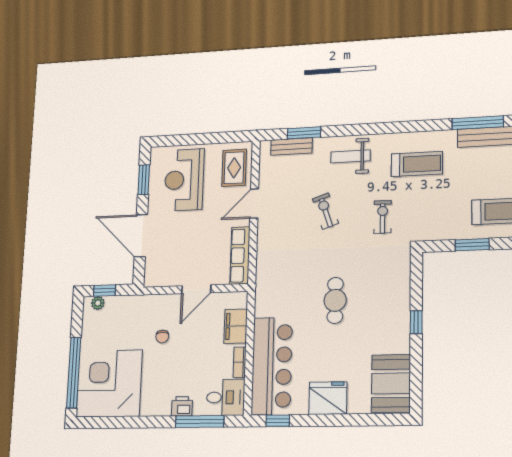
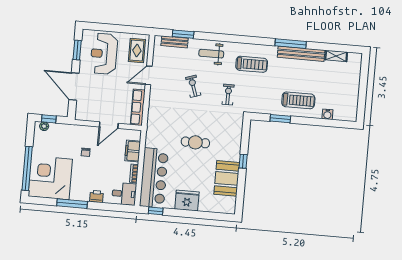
cafe table: (335, 300) -> (195, 142), turned 90
booth: (391, 383) -> (227, 178), moved
window: (200, 421) -> (72, 204), moved

